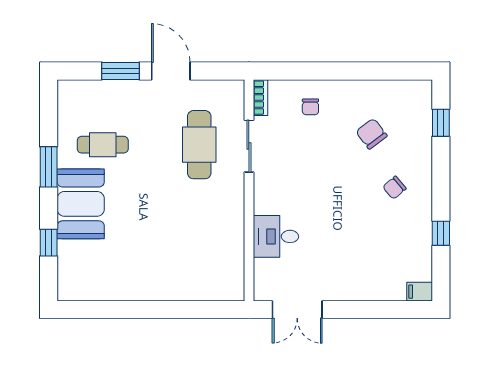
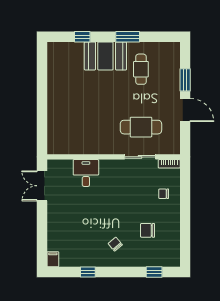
door: (171, 71) -> (185, 110), hinge flipped
chair: (371, 134) -> (148, 230), turned -143

